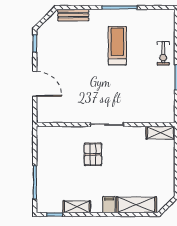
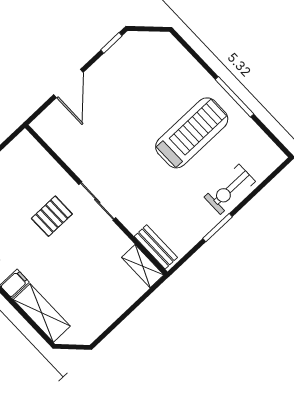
bench: (73, 15) -> (156, 247), moved
treadmill: (117, 46) -> (192, 133), width x1.37, depth x1.38
exercise bike: (163, 53) -> (230, 189), width x1.38, depth x1.39

